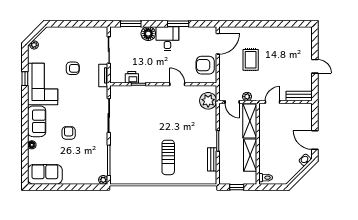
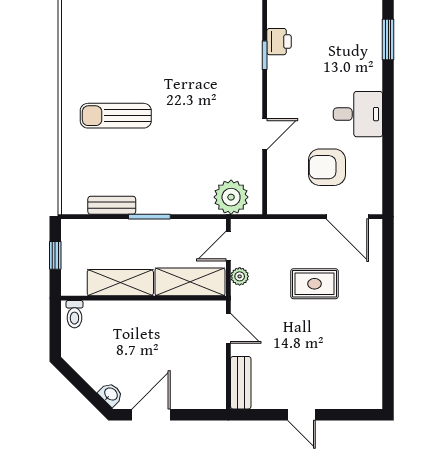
window: (178, 24) -> (388, 136), removed
floor lamp: (148, 34) -> (368, 75), removed
armchair: (205, 65) -> (327, 167), moved, turned -90
door: (315, 66) -> (301, 415), hinge flipped

